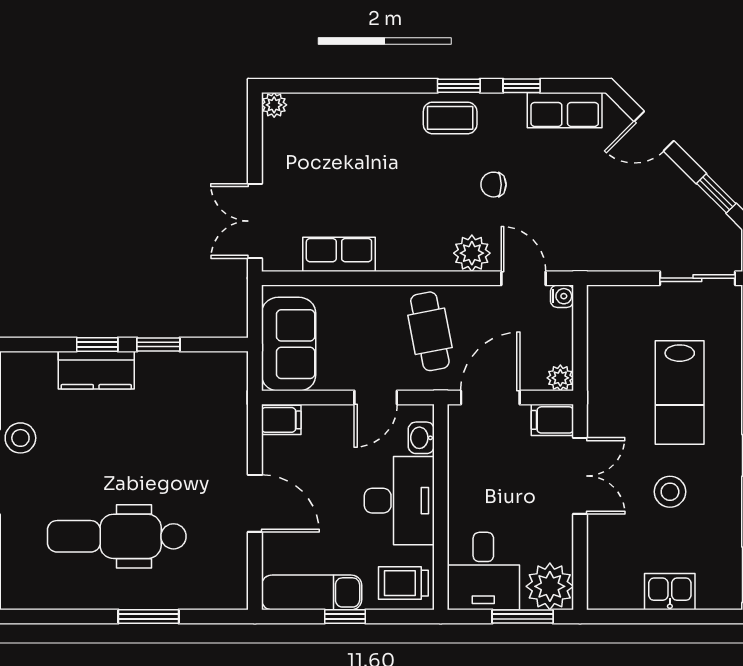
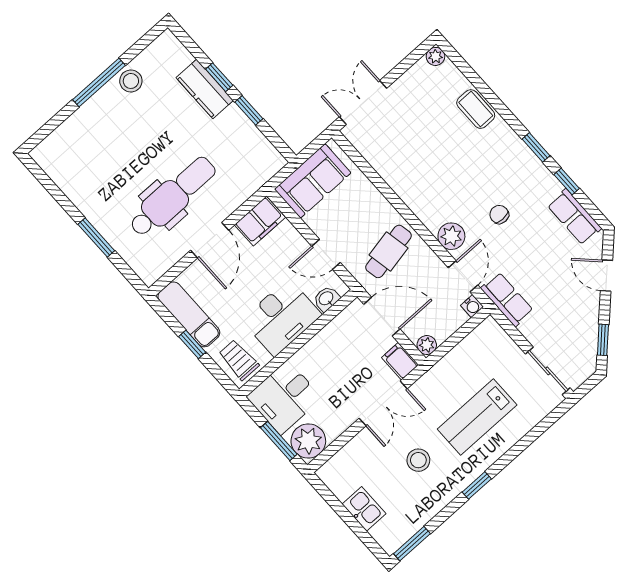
coffee table: (450, 118) -> (476, 109), moved
row of seats: (339, 254) -> (507, 299), moved
filing cabinet: (281, 420) -> (260, 221), width x2.00
dental chair: (117, 536) -> (173, 197), moved, turned 90

